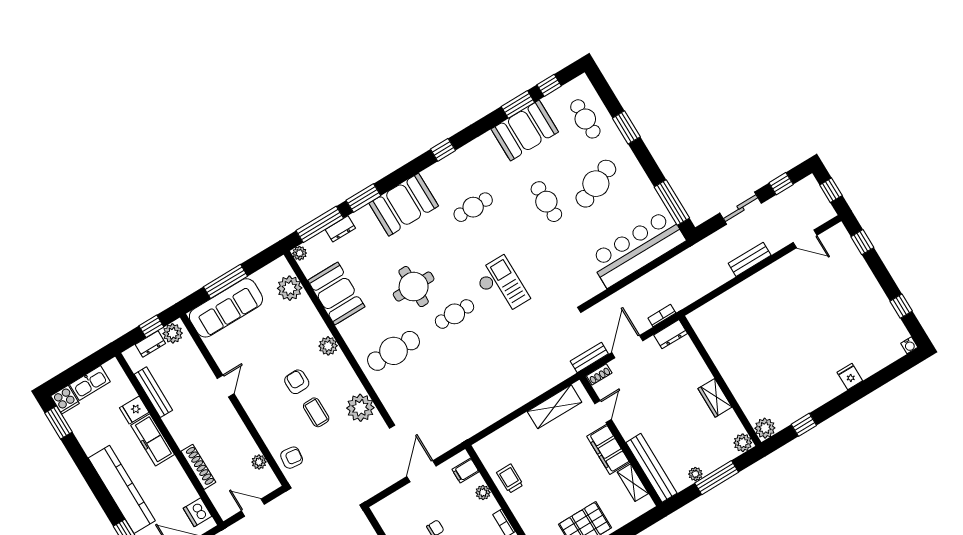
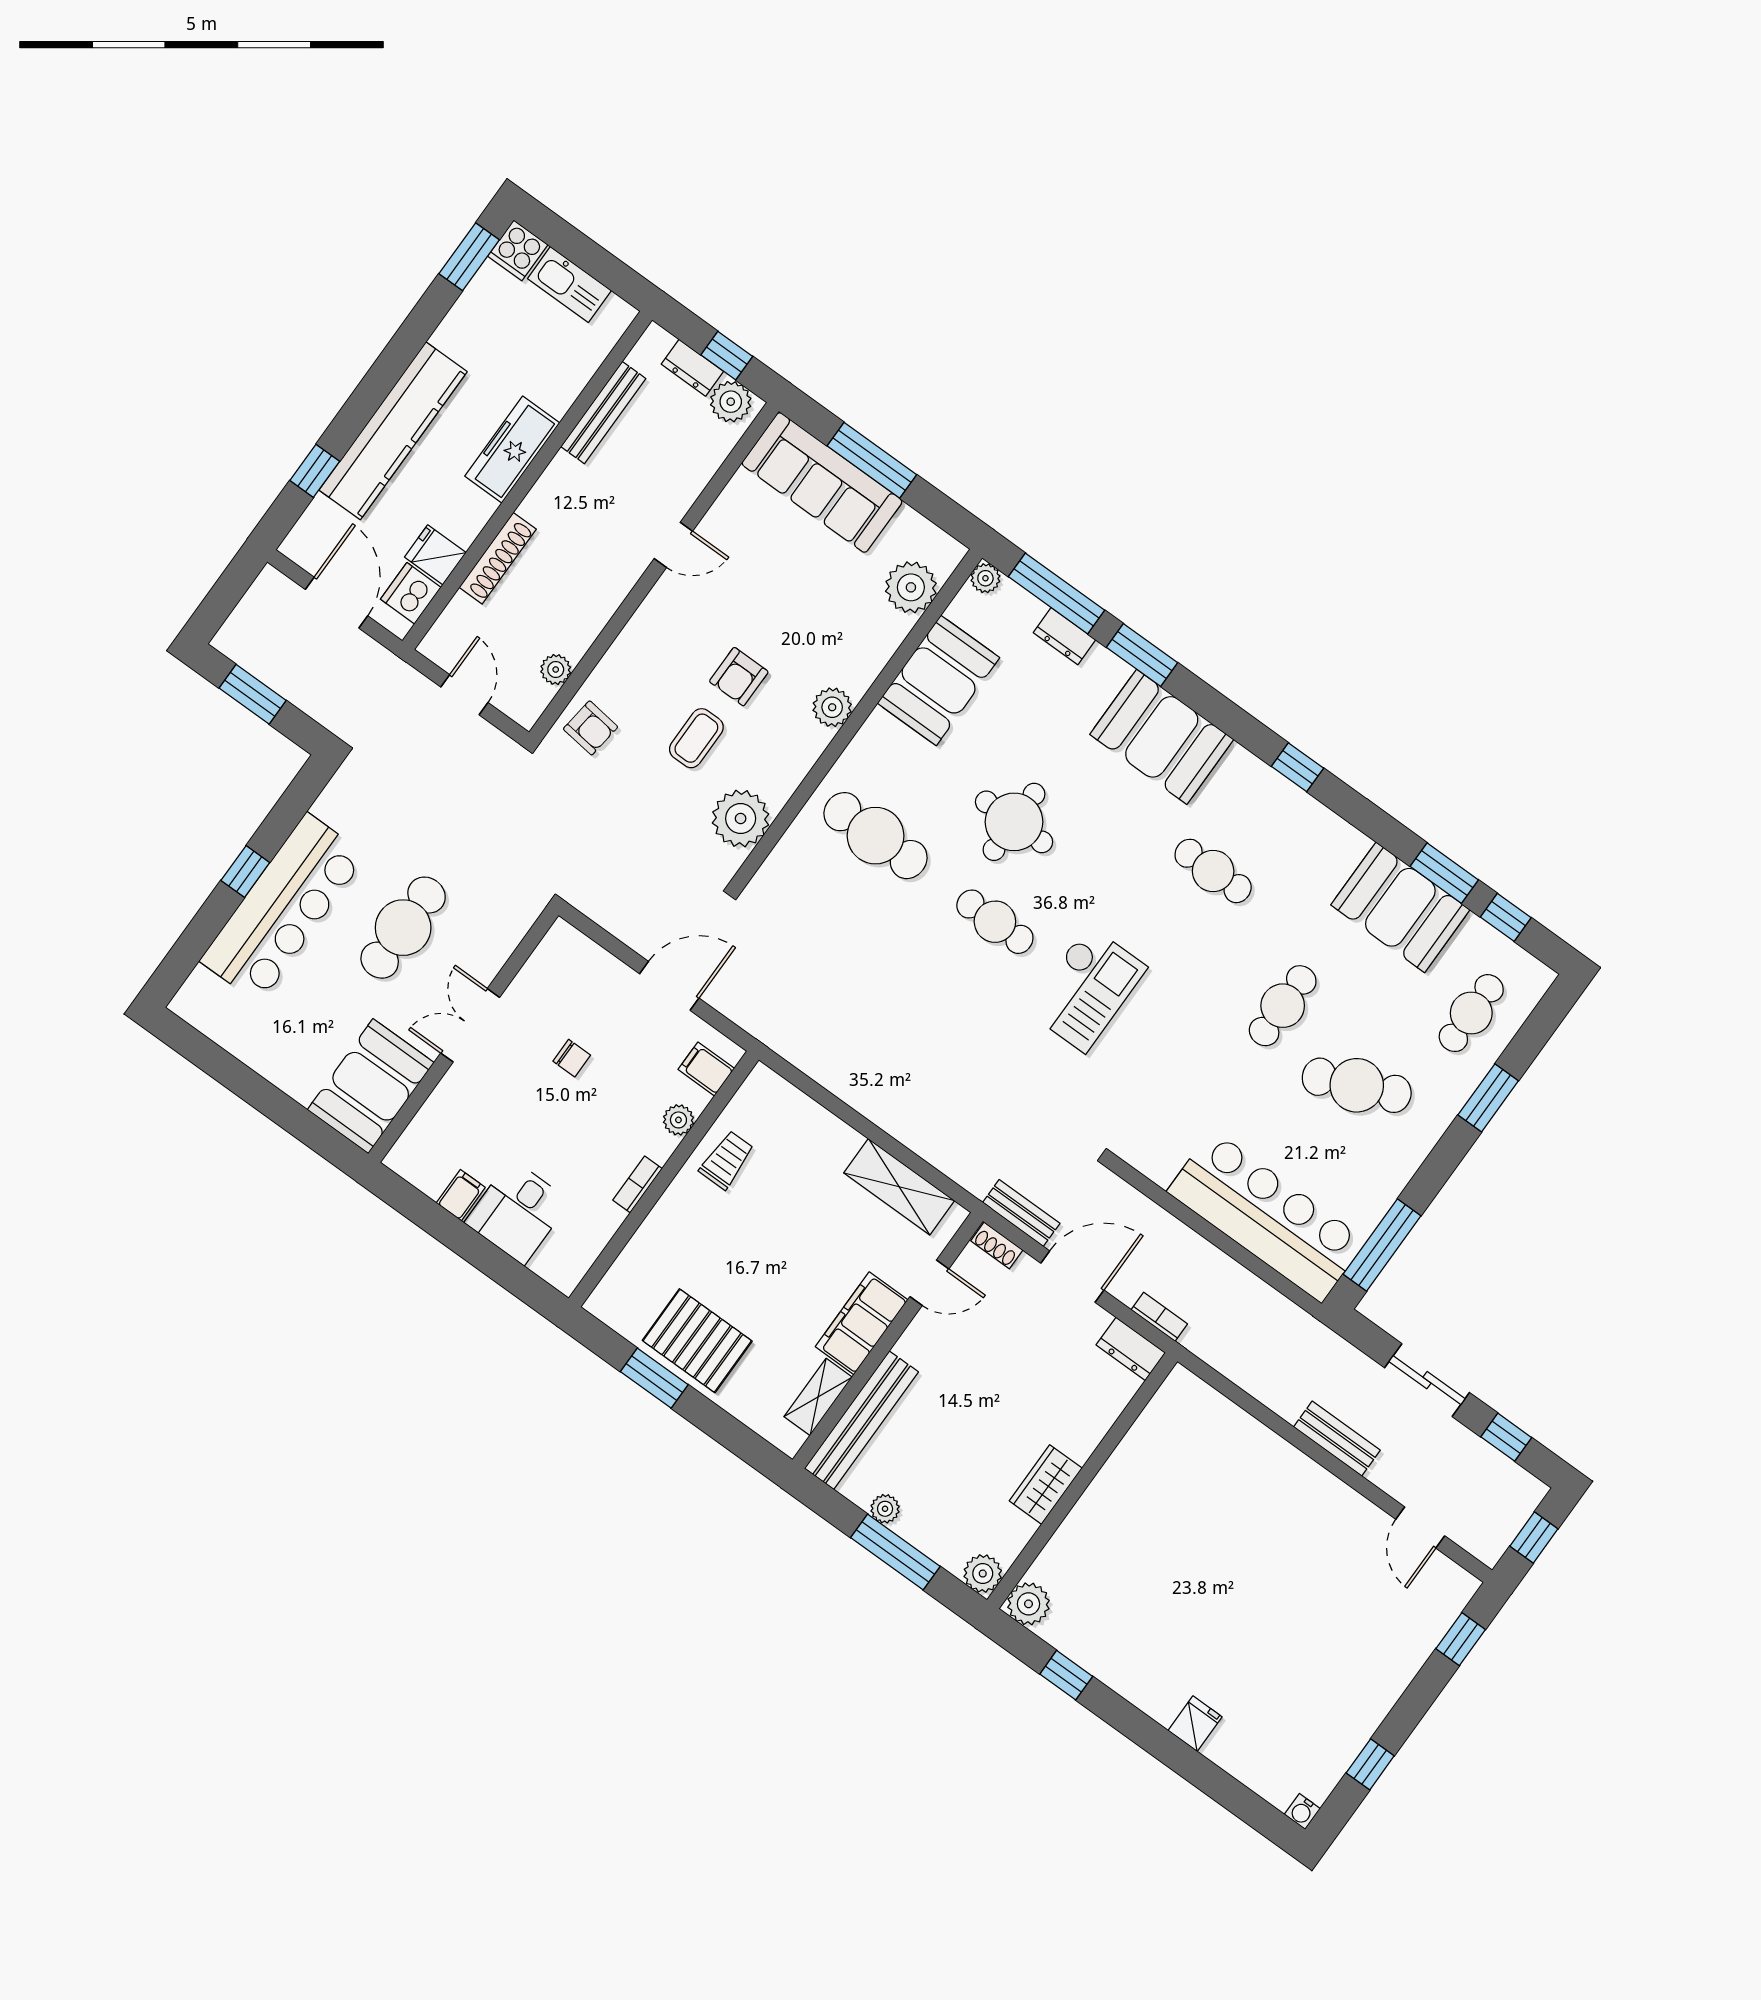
armchair: (297, 382) -> (739, 677), turned 180
fridge: (134, 410) -> (435, 555), moved

